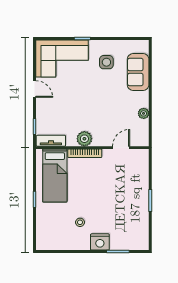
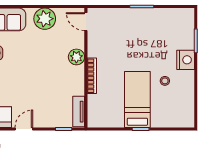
plant: (144, 113) -> (45, 19), width x1.88, depth x1.88
plant: (84, 139) -> (76, 57), moved
door: (121, 148) -> (86, 22), moved
bed: (55, 176) -> (137, 99), moved, turned -90

